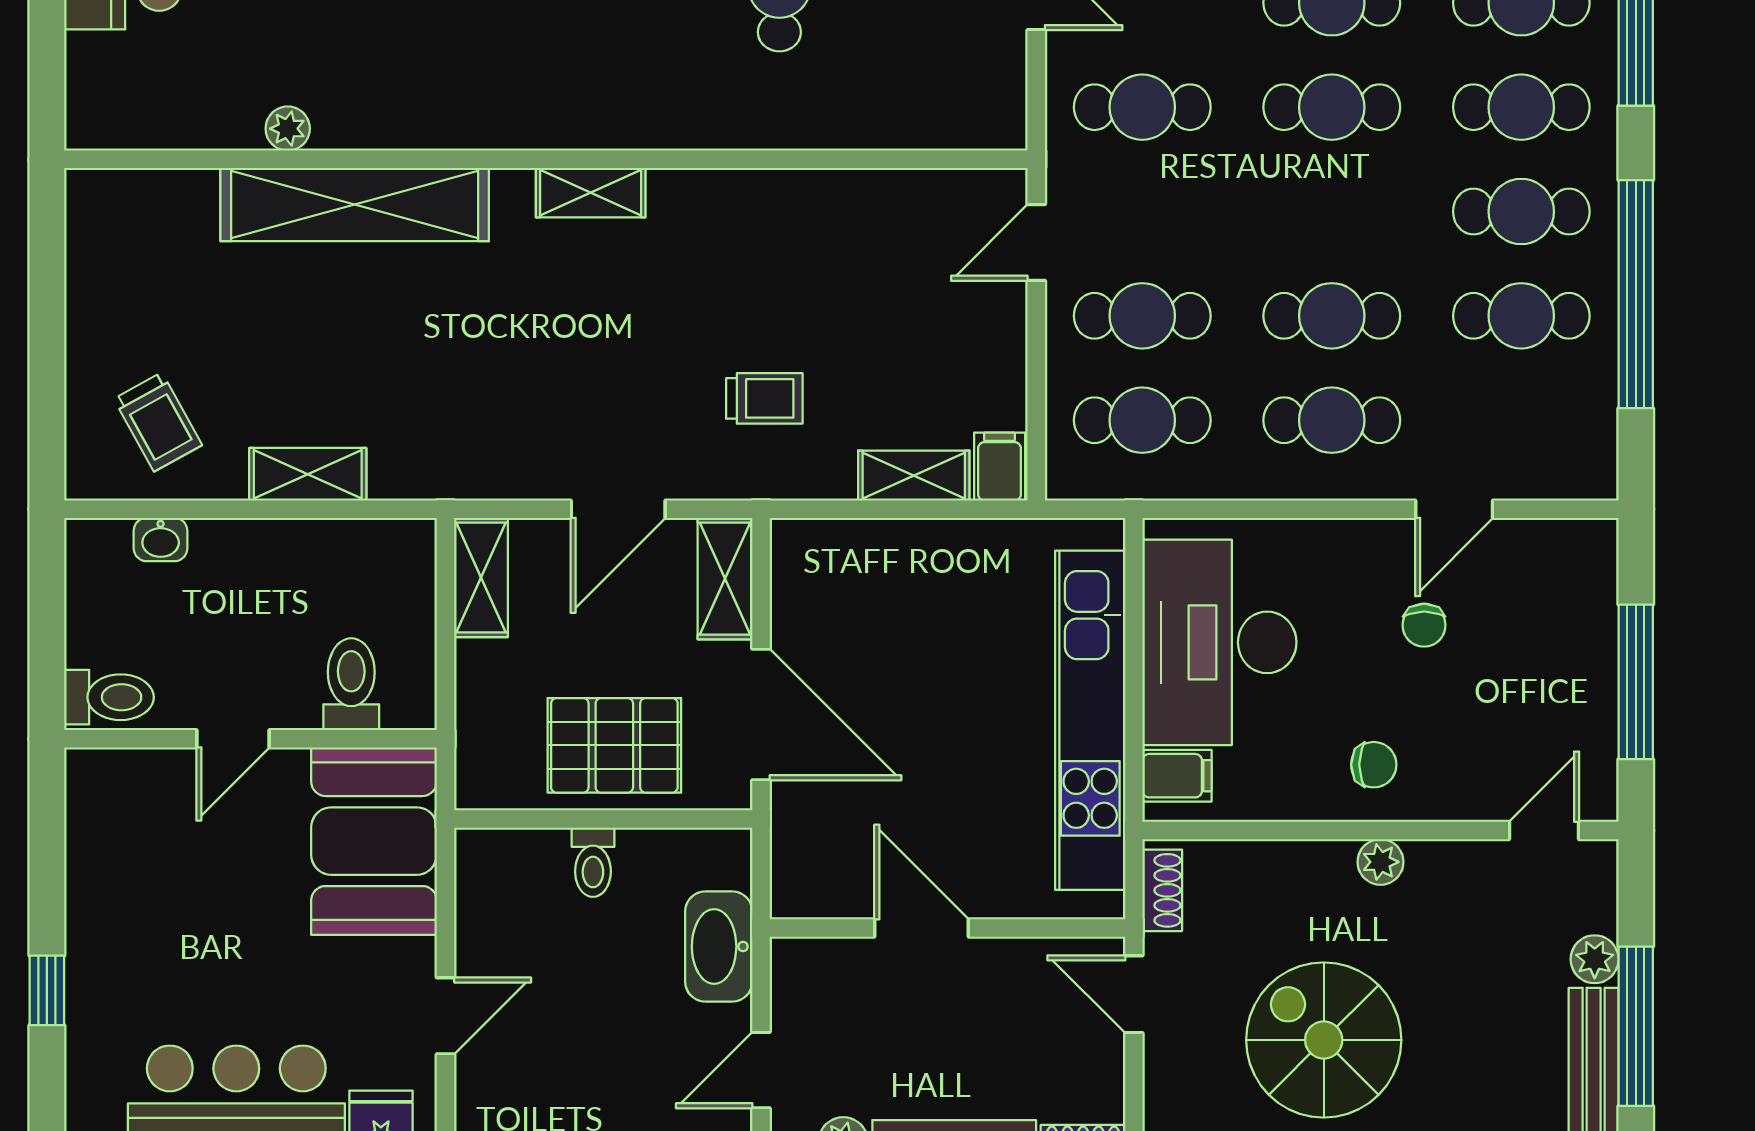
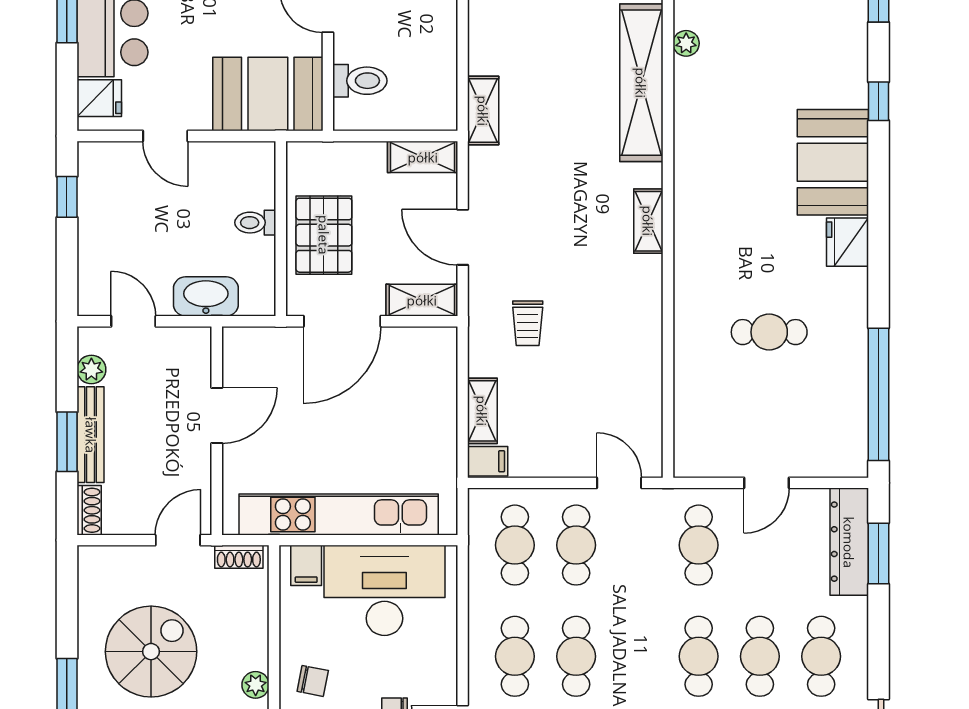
shelving: (308, 474) -> (483, 111), moved
chair: (1374, 765) -> (313, 681), turned -79

